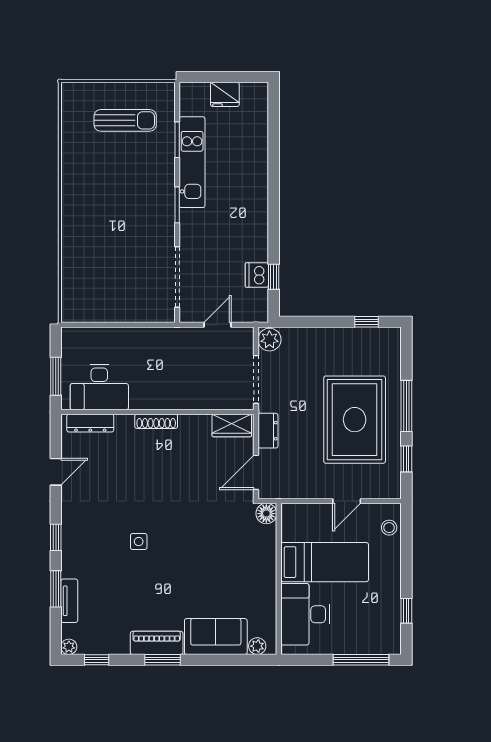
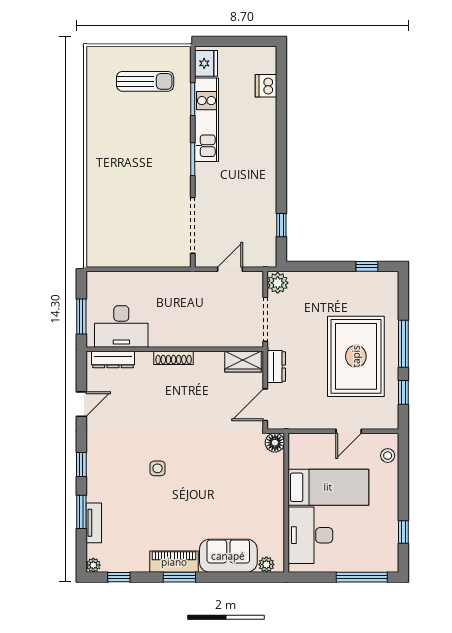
fridge: (225, 94) -> (206, 63), moved, turned -90
dishwasher: (257, 275) -> (266, 86), moved

